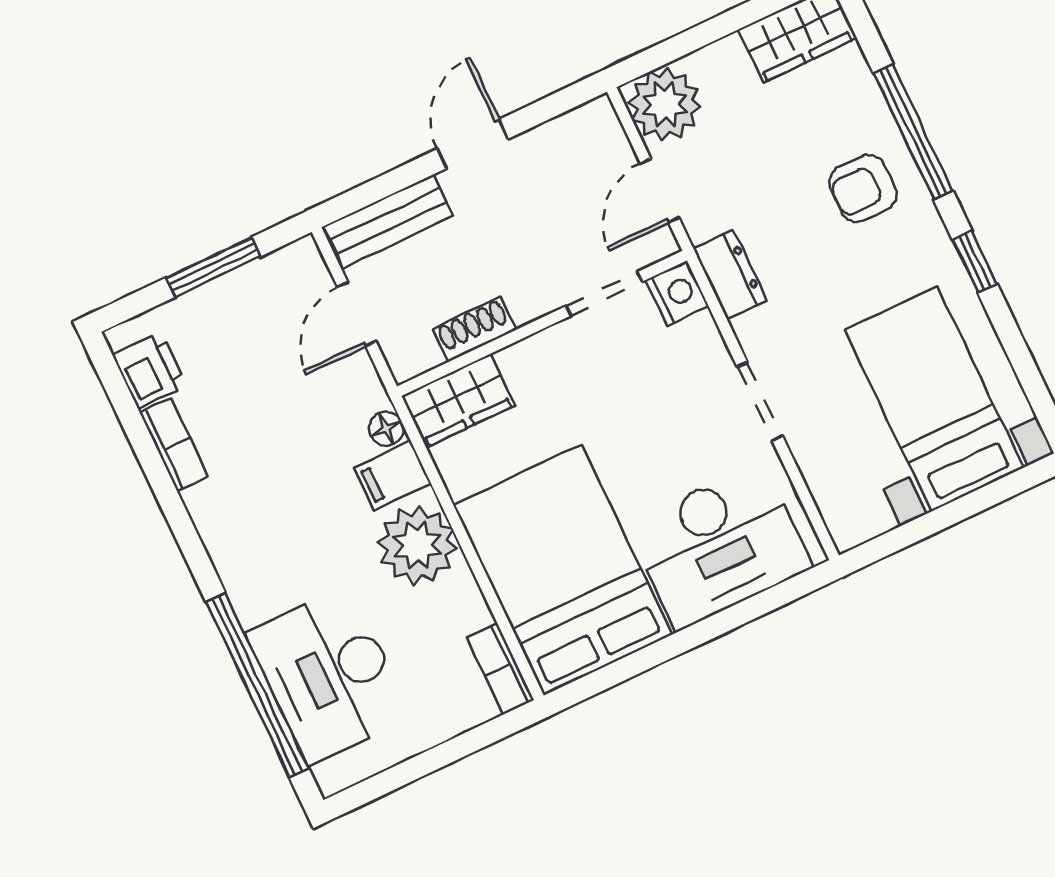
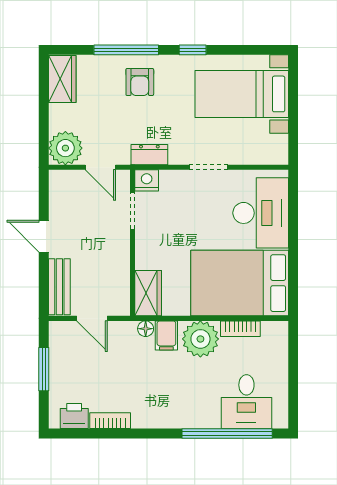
shoe rack: (474, 329) -> (122, 272), removed
bookcase: (500, 669) -> (240, 329), moved
desk: (329, 675) -> (246, 402), width x0.73

